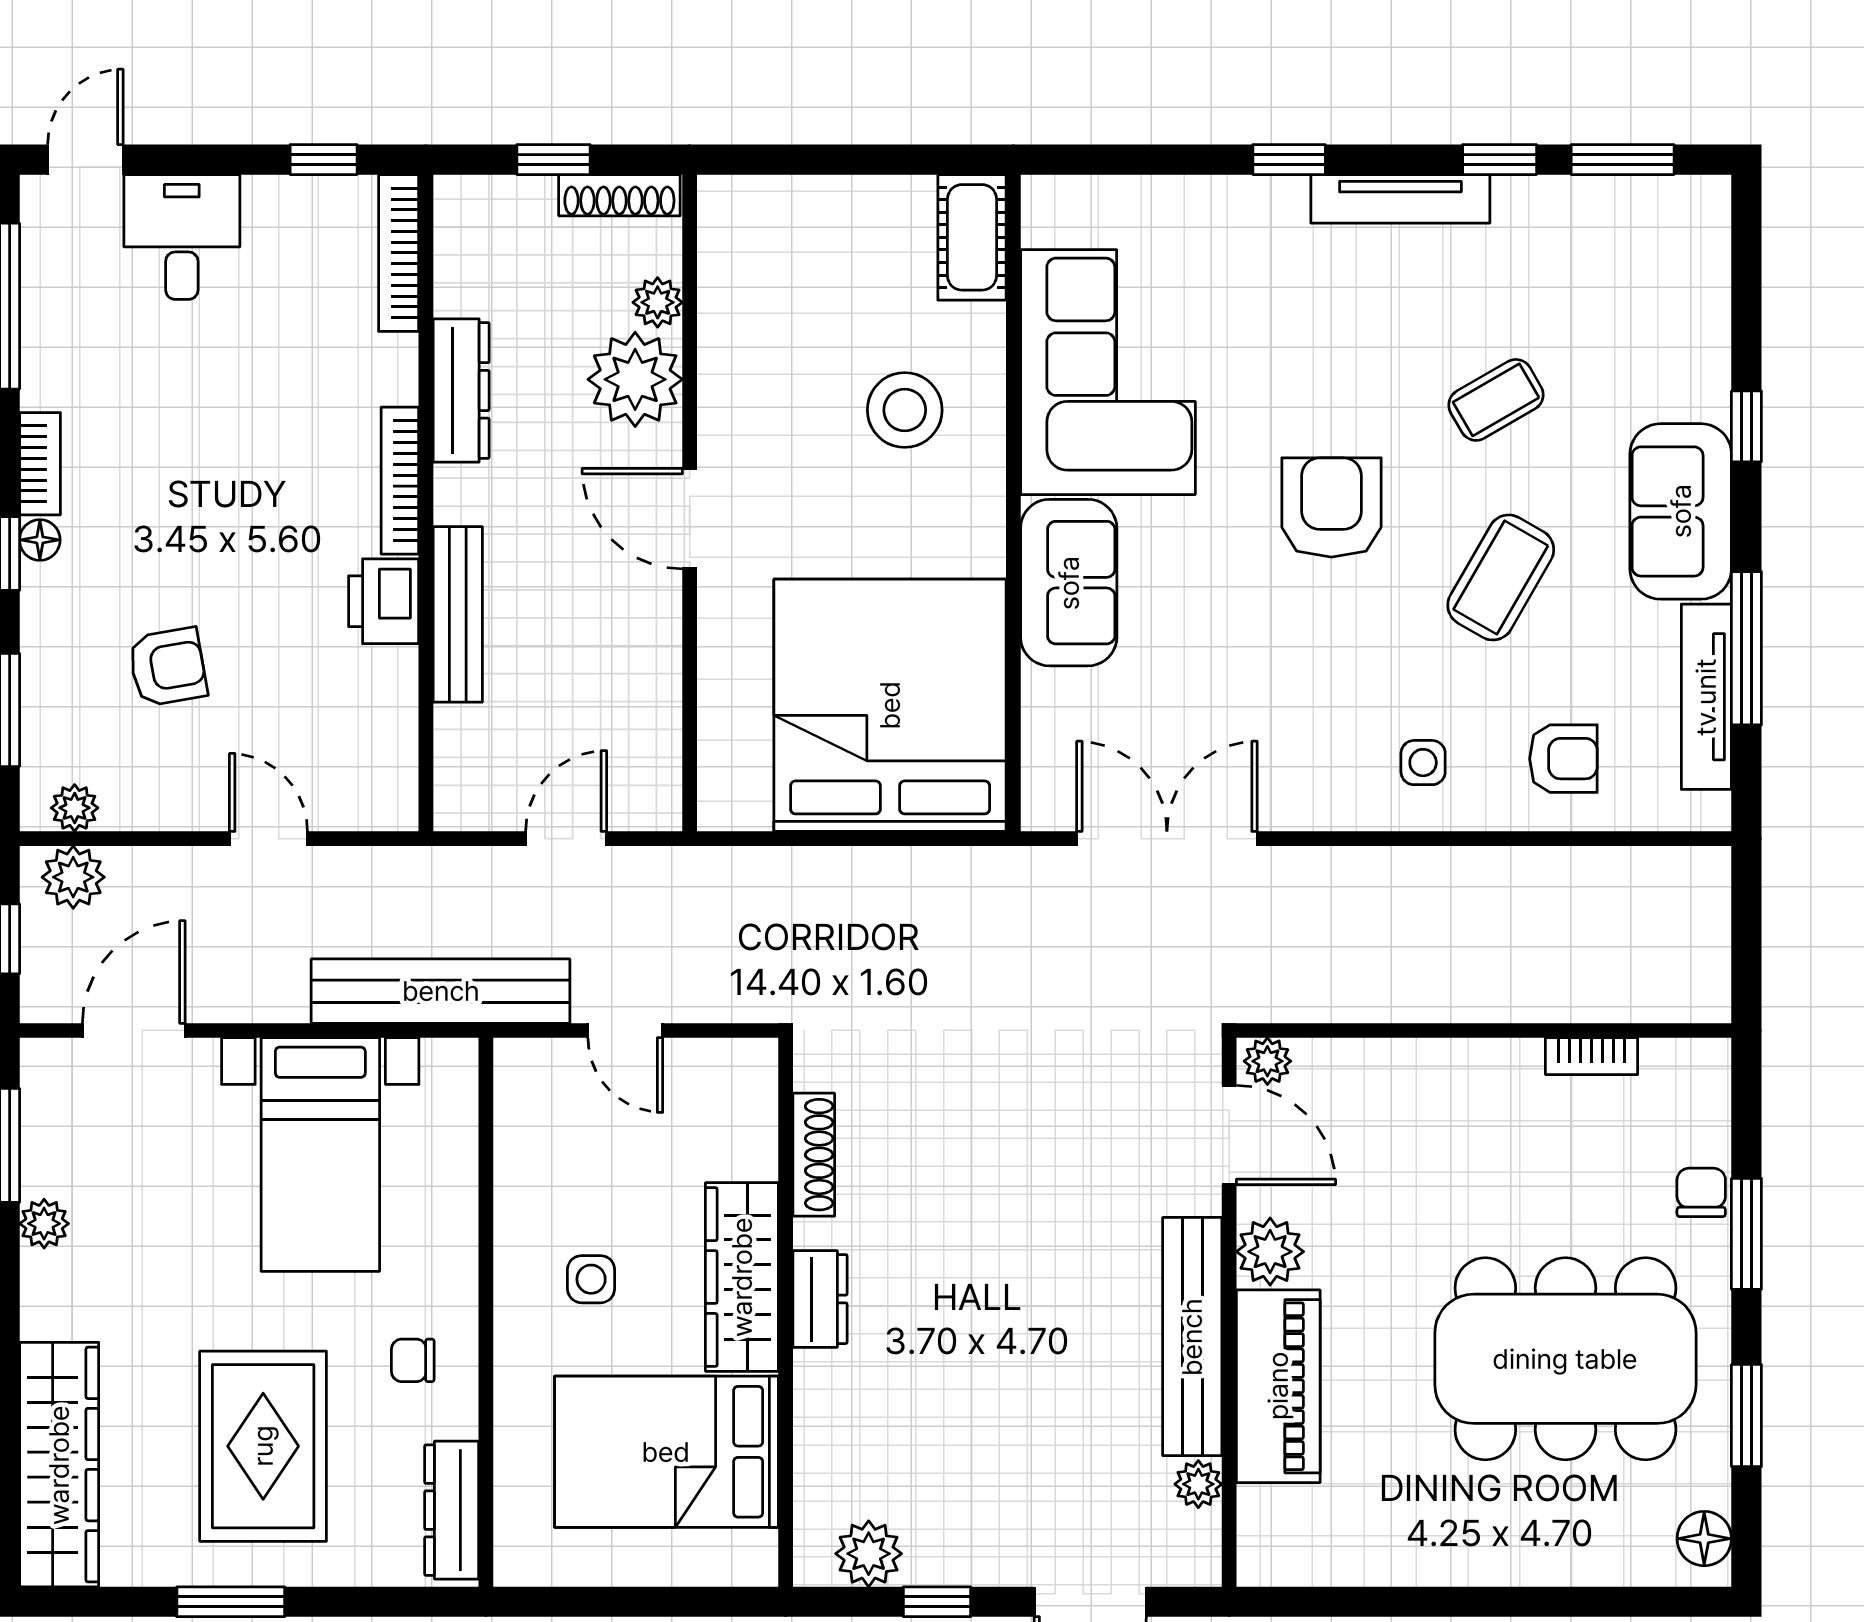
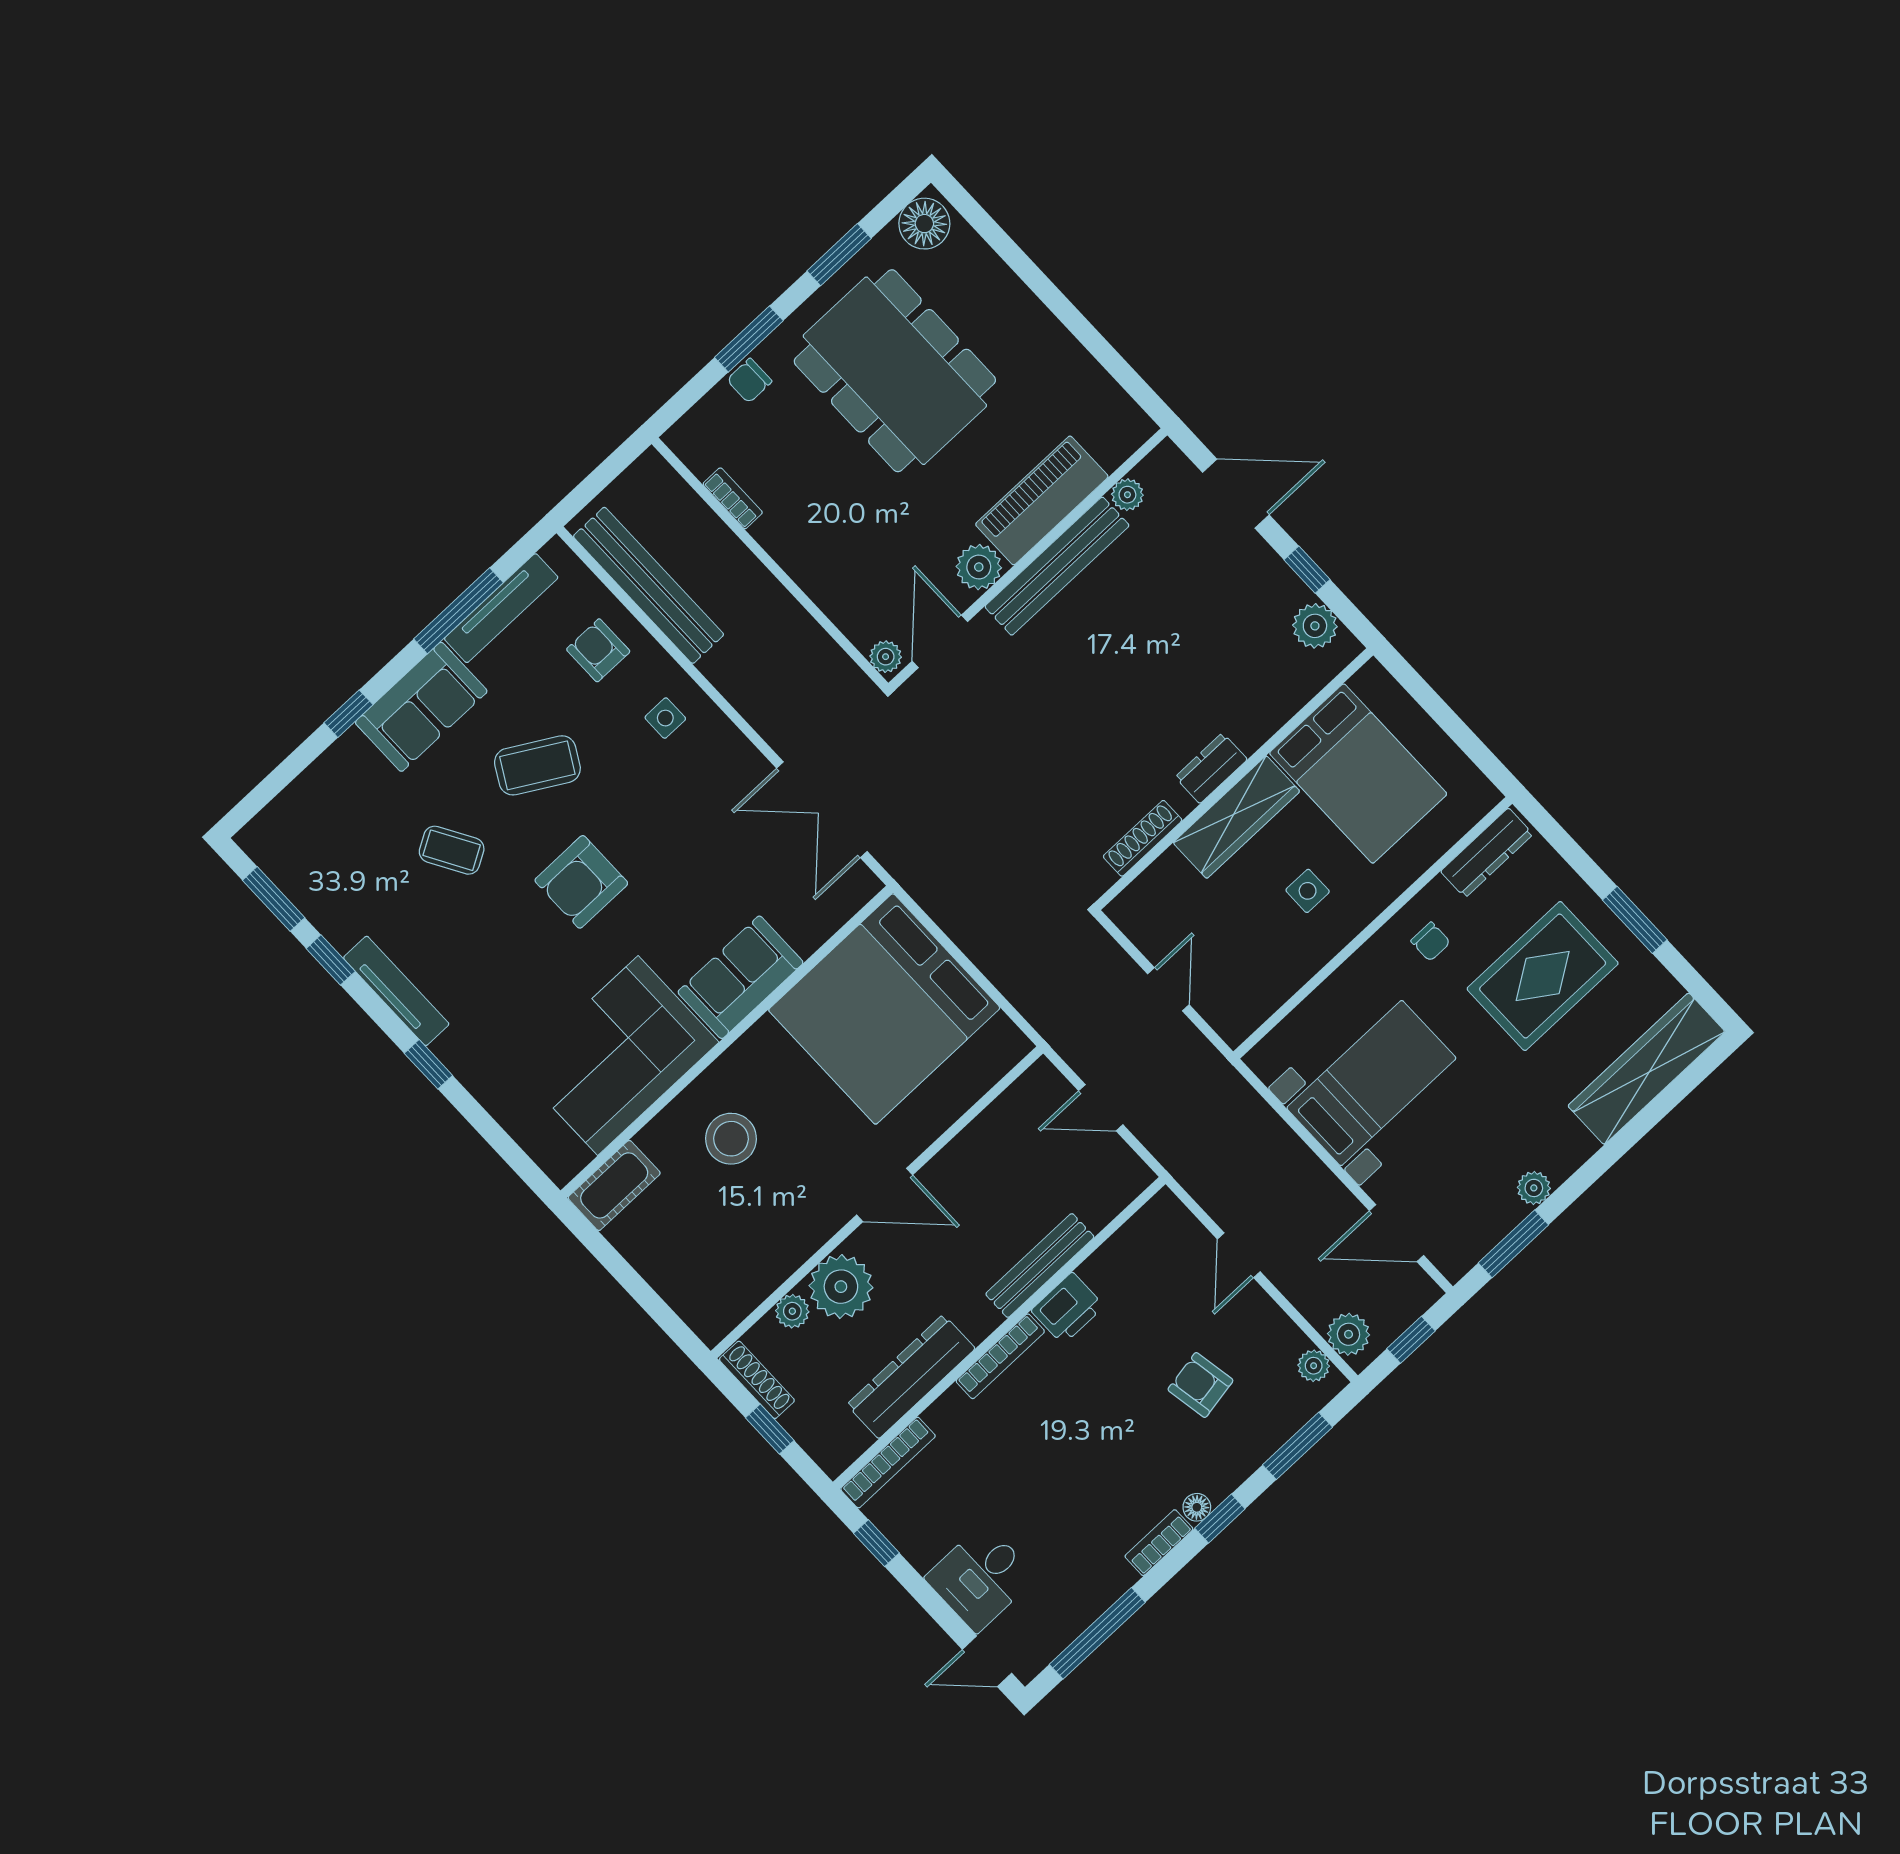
dresser: (461, 390) -> (911, 1376), width x1.37, depth x1.24
door: (690, 519) -> (885, 1195), hinge flipped
bench: (441, 991) -> (649, 585), moved
floor lamp: (1704, 1539) -> (924, 224), width x1.38, depth x1.38

